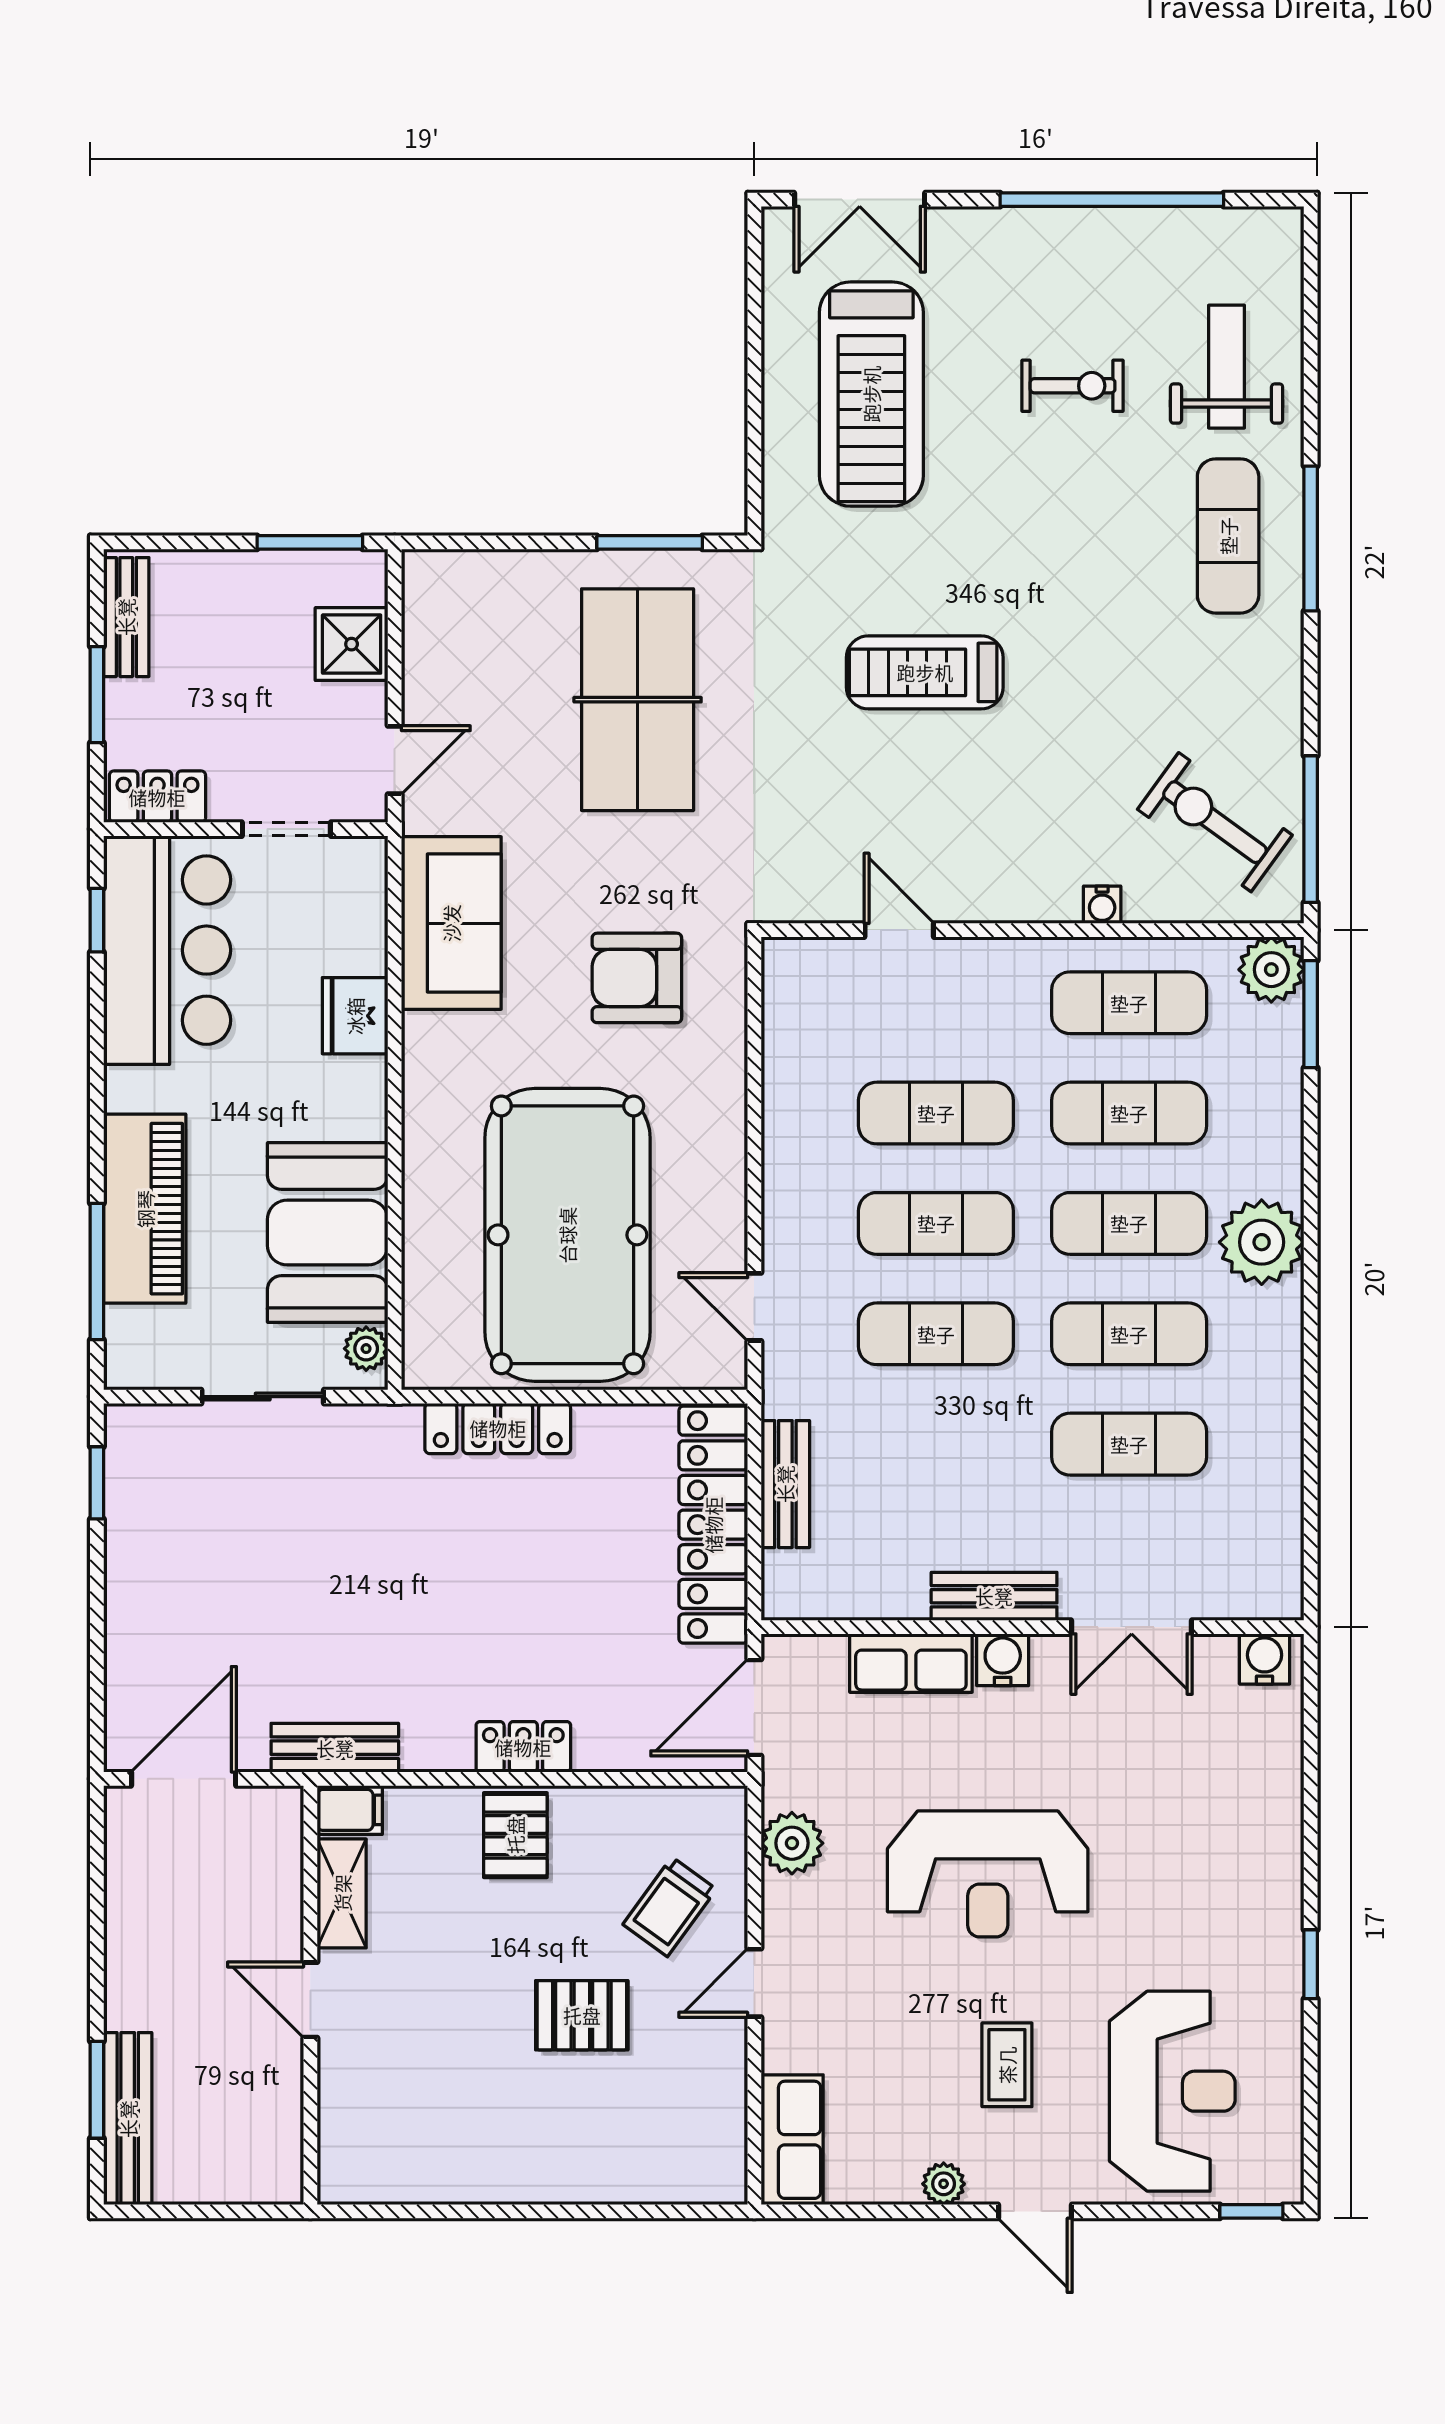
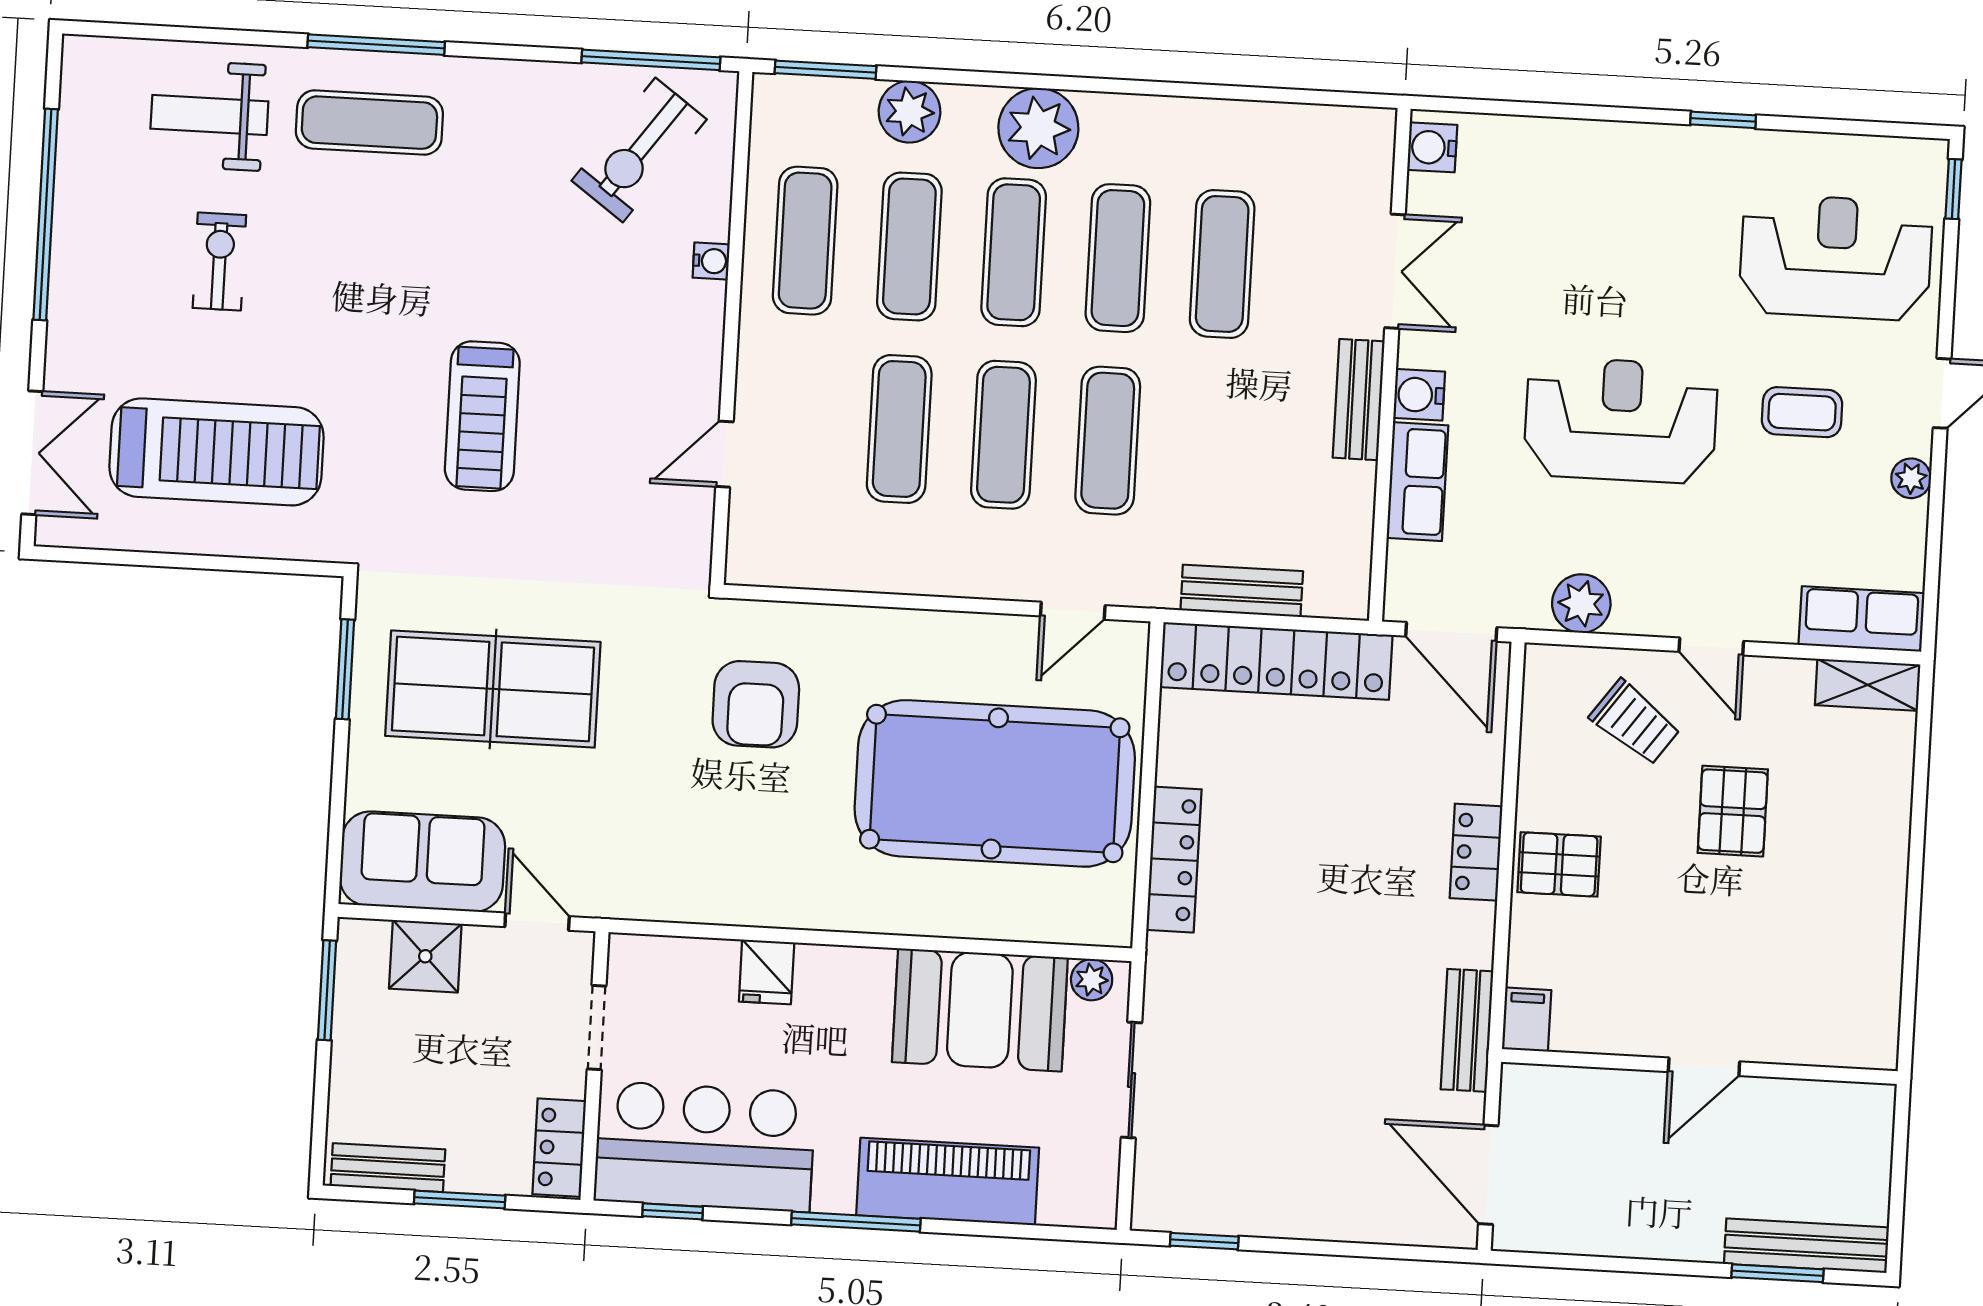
sofa: (451, 923) -> (422, 862), moved
plant: (1271, 970) -> (910, 112), moved
fridge: (355, 1016) -> (767, 972), width x0.72
window: (97, 1271) -> (856, 1222), moved
reception desk: (988, 1874) -> (1621, 420), turned -90
shelving: (342, 1893) -> (1868, 685), moved

